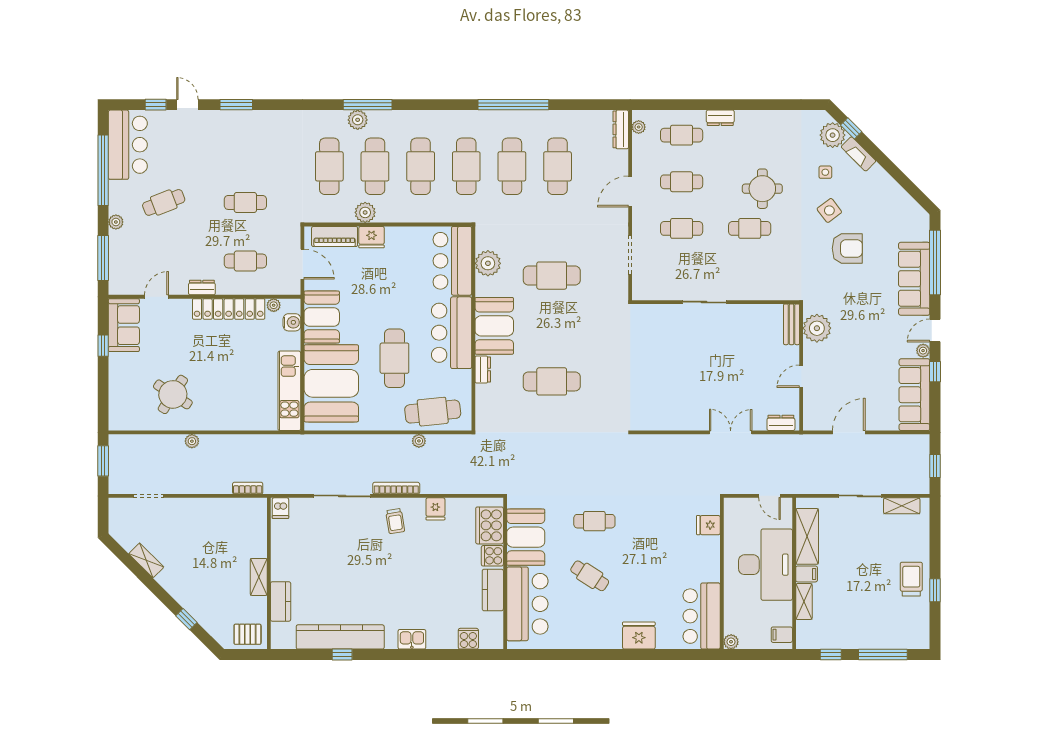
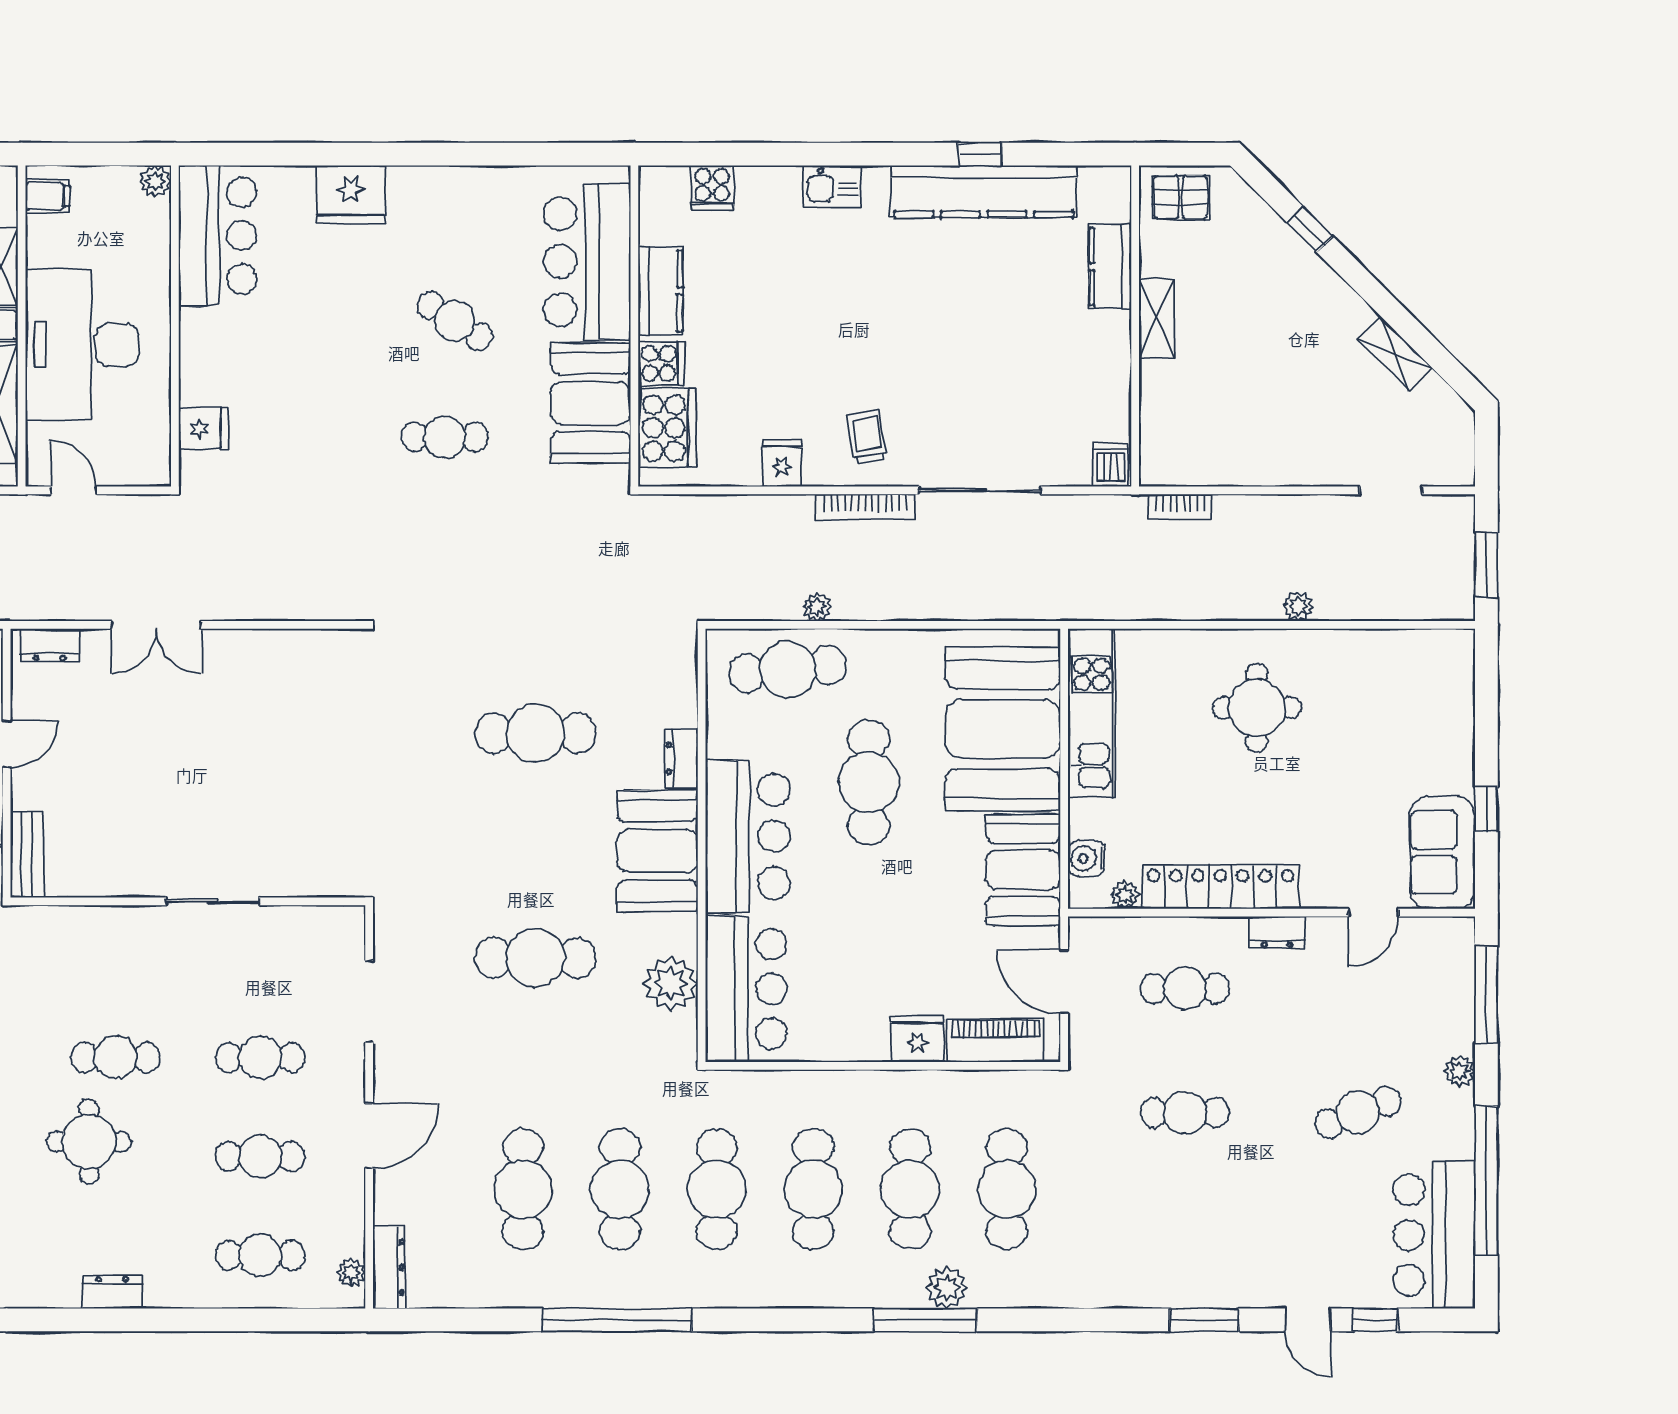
dresser: (720, 118) -> (112, 1292), moved
plant: (365, 212) -> (931, 1091), removed
round table: (173, 394) -> (1257, 708), moved, turned -33

